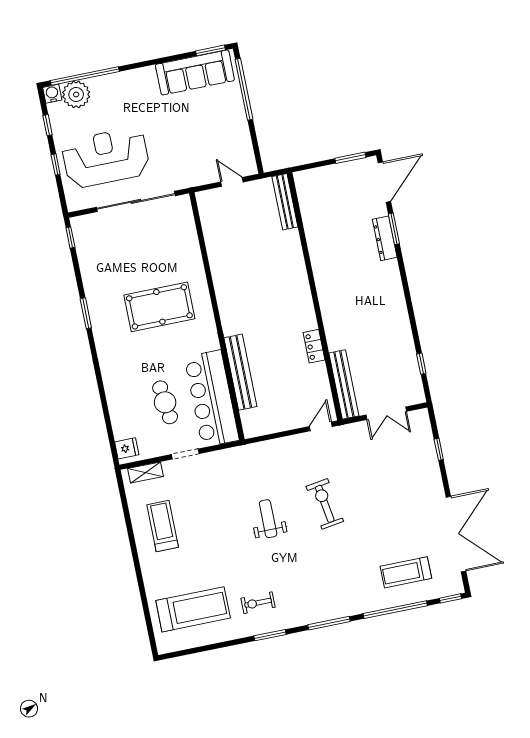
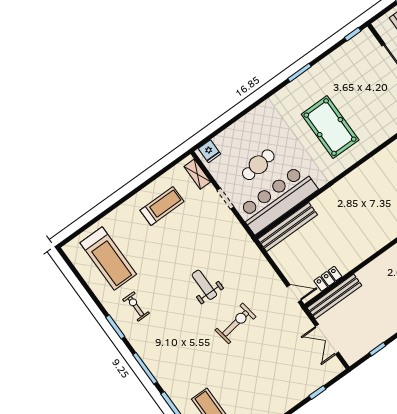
locker: (314, 346) -> (328, 279), moved
bench: (240, 372) -> (288, 227), moved
weight bench: (268, 519) -> (204, 285), turned -90

